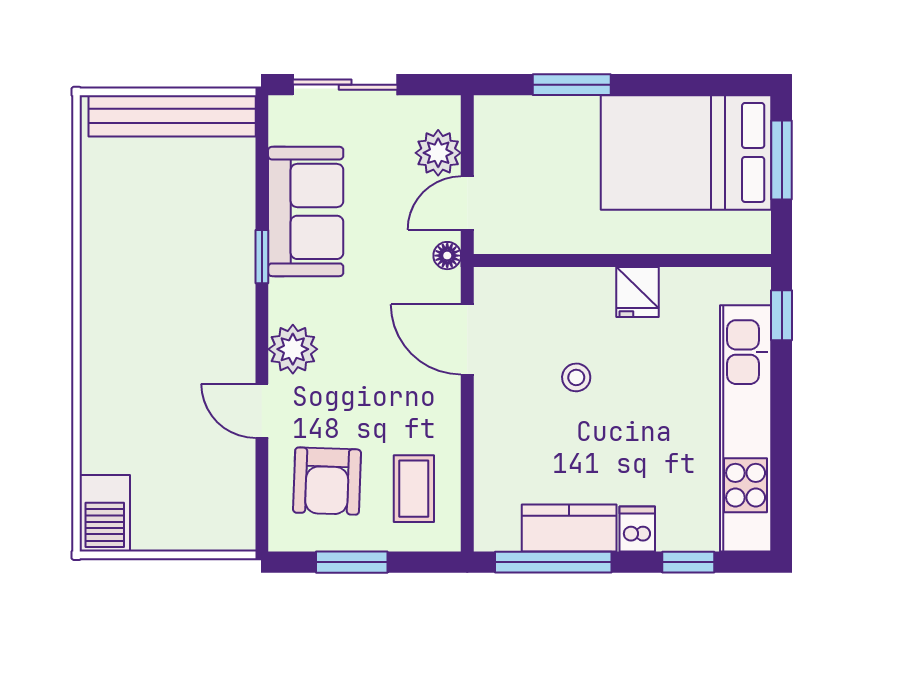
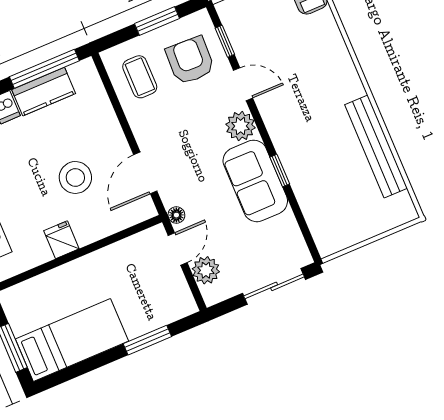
bench: (172, 116) -> (376, 146), moved, turned 90
bed: (686, 152) -> (72, 340), width x0.67
sofa: (306, 211) -> (255, 181), moved
door: (467, 339) -> (145, 173), swing flipped
stool: (576, 377) -> (75, 177), width x1.89, depth x1.89
window: (262, 488) -> (225, 41), added

